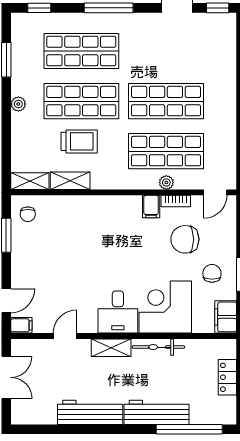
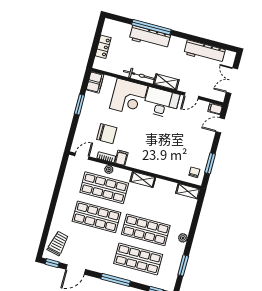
trolley: (79, 141) -> (58, 243), moved, turned 103
shelving: (70, 181) -> (143, 180), moved
chair: (212, 273) -> (96, 110), removed
desk: (118, 312) -> (161, 103), width x1.37
workbench: (90, 412) -> (205, 52), moved
window: (189, 429) -> (151, 27), moved

